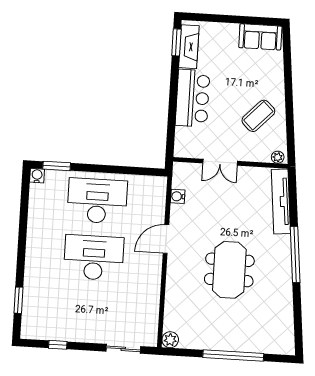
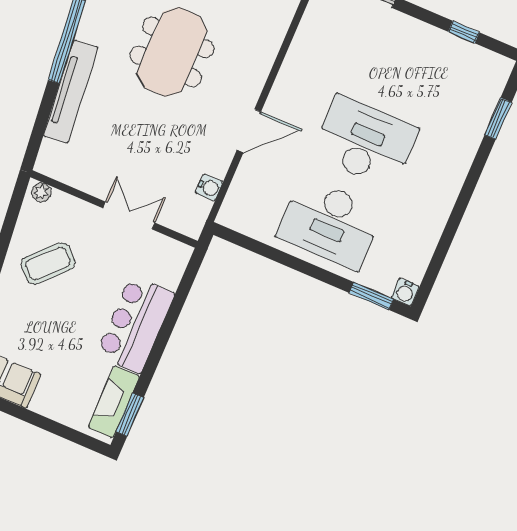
tv unit: (281, 202) -> (71, 92), moved
desk: (94, 258) -> (365, 142), turned 180

